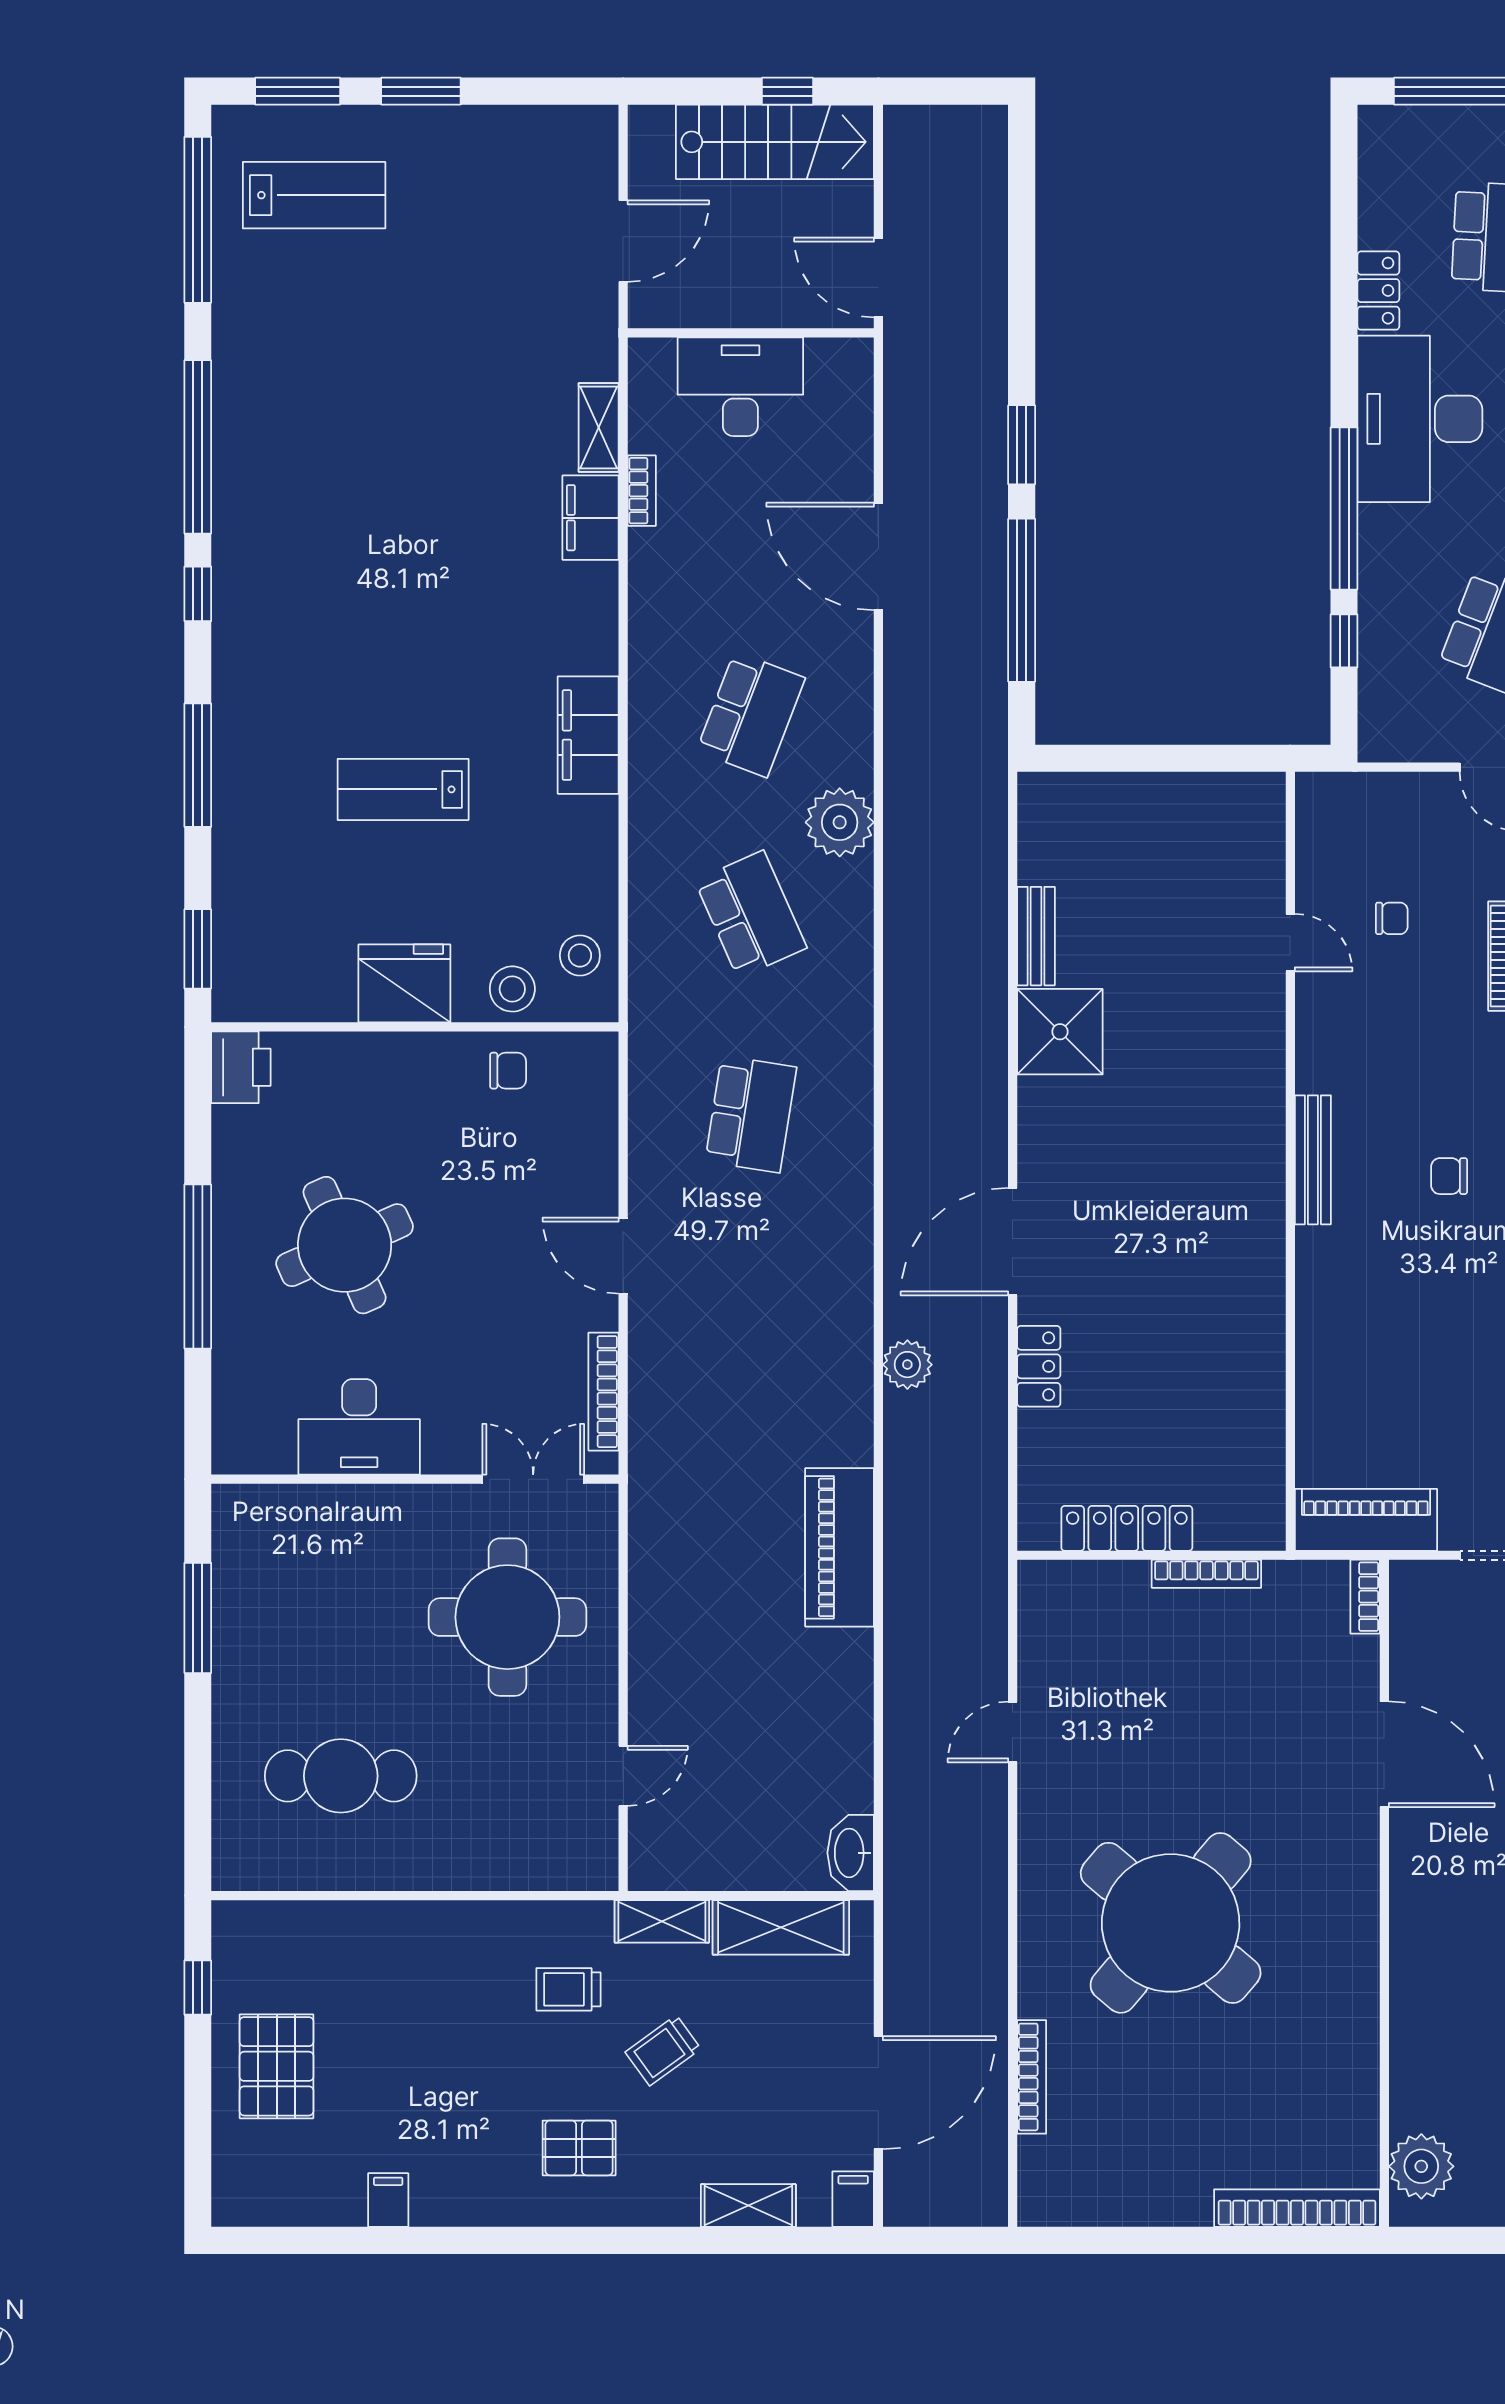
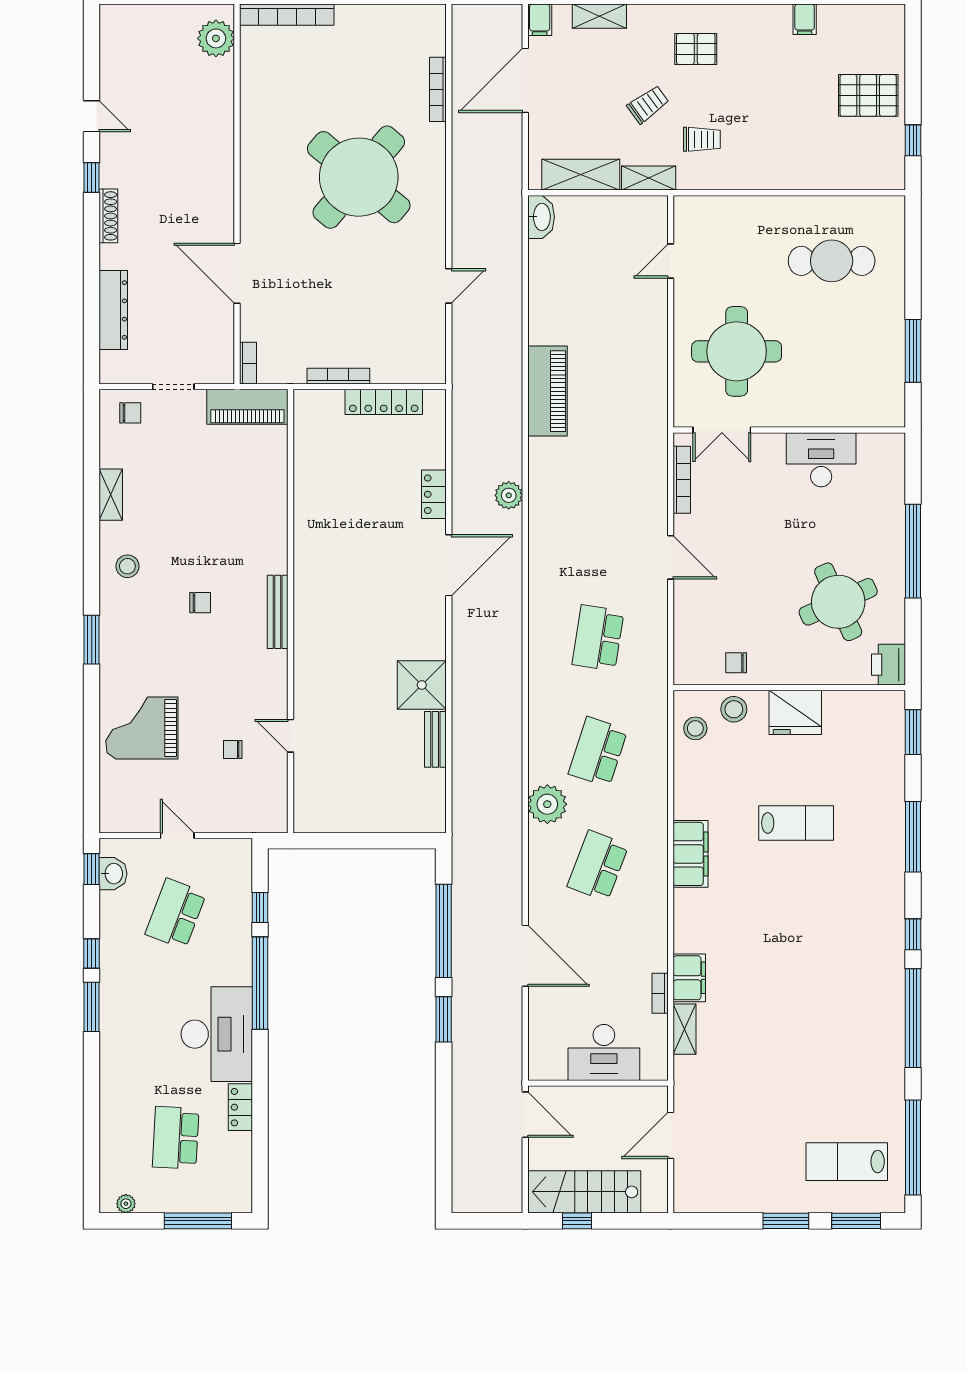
school desk: (751, 914) -> (598, 752), turned 42
round table: (345, 1245) -> (838, 602), moved
pallet: (277, 2066) -> (868, 95), turned 90

